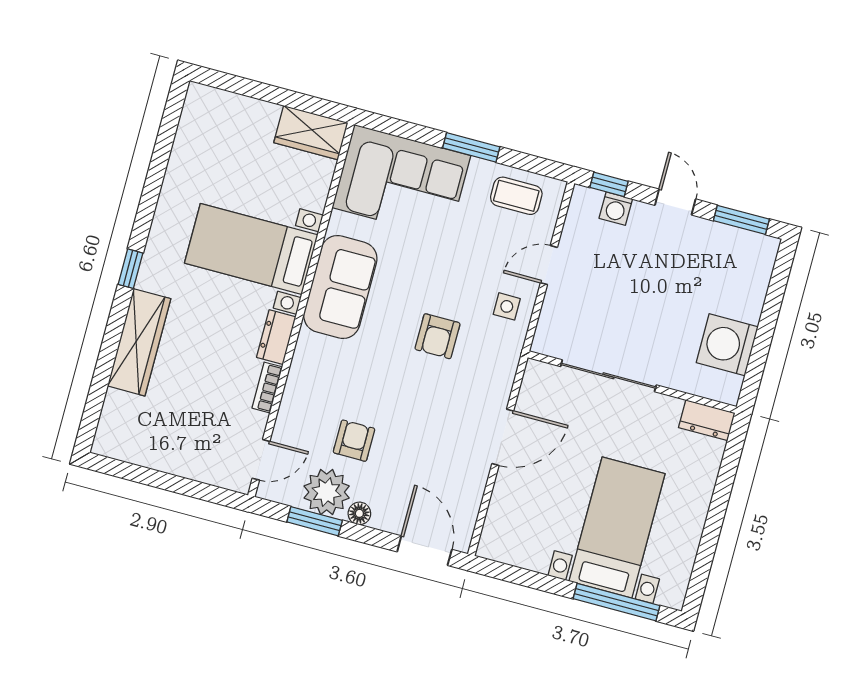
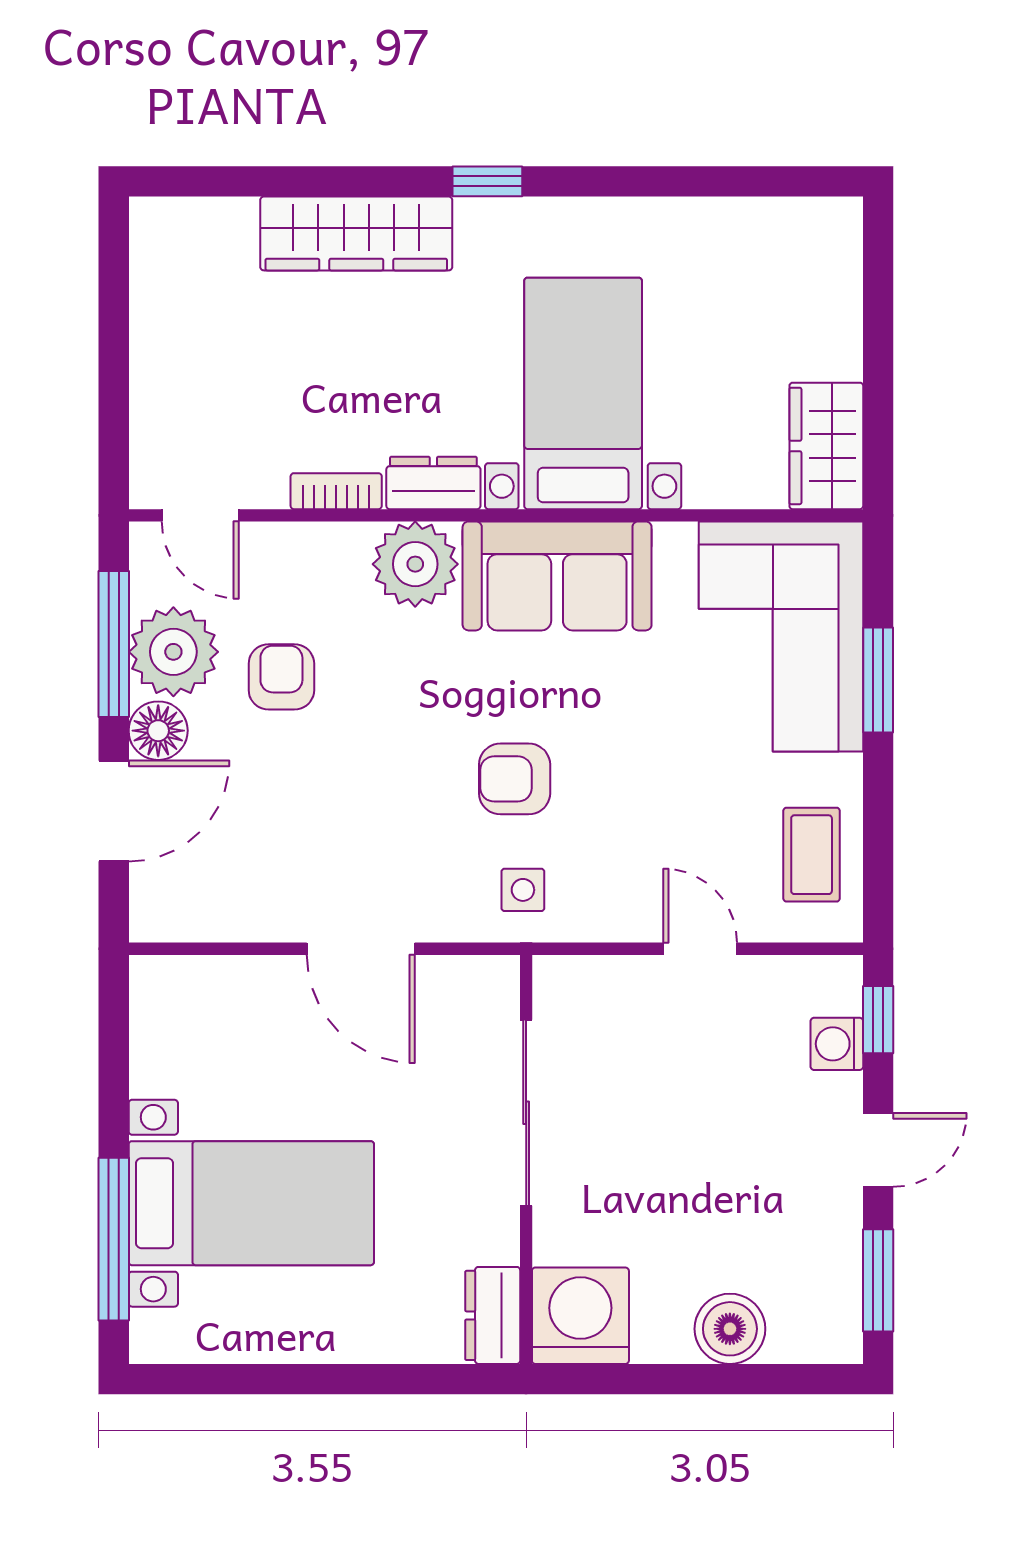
window: (471, 147) -> (878, 680), moved
boiler: (746, 302) -> (730, 1329), added
side table: (507, 306) -> (523, 890), moved
washing machine: (727, 345) -> (580, 1316), moved
plant: (315, 357) -> (415, 564), added
armchair: (354, 441) -> (281, 677), turned -90
floor lamp: (359, 513) -> (158, 731), width x1.37, depth x1.37
window: (315, 521) -> (114, 644), width x1.44
door: (424, 551) -> (114, 811), moved

